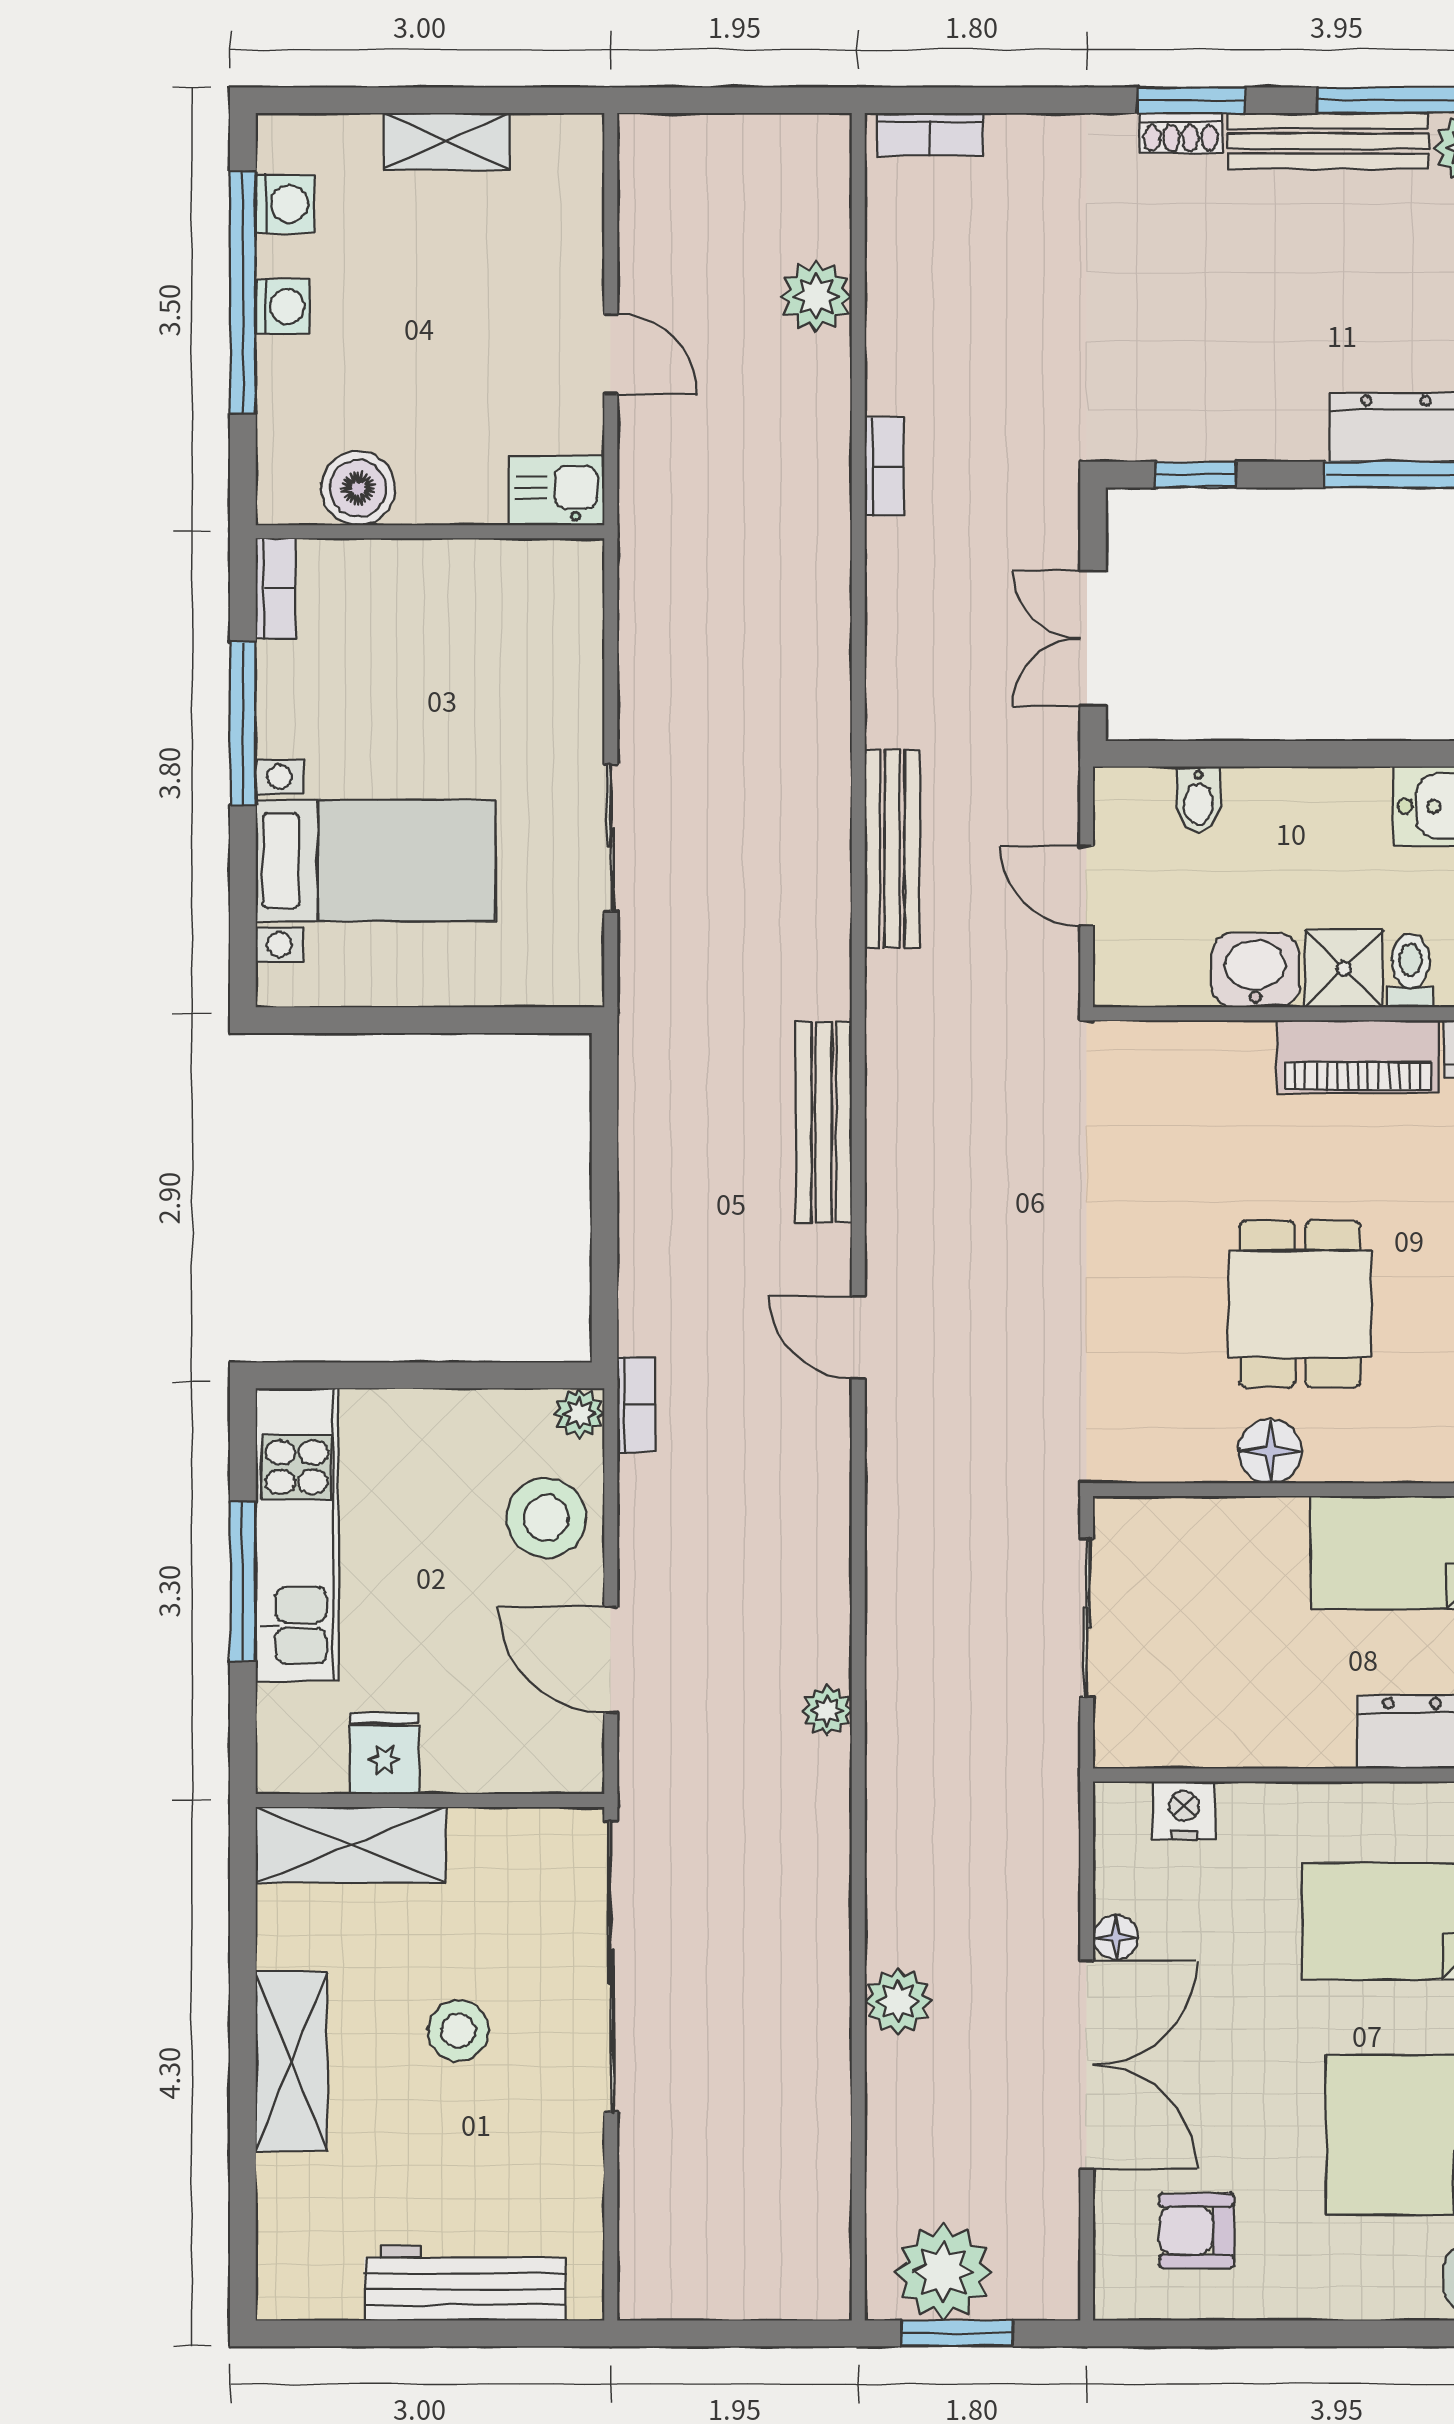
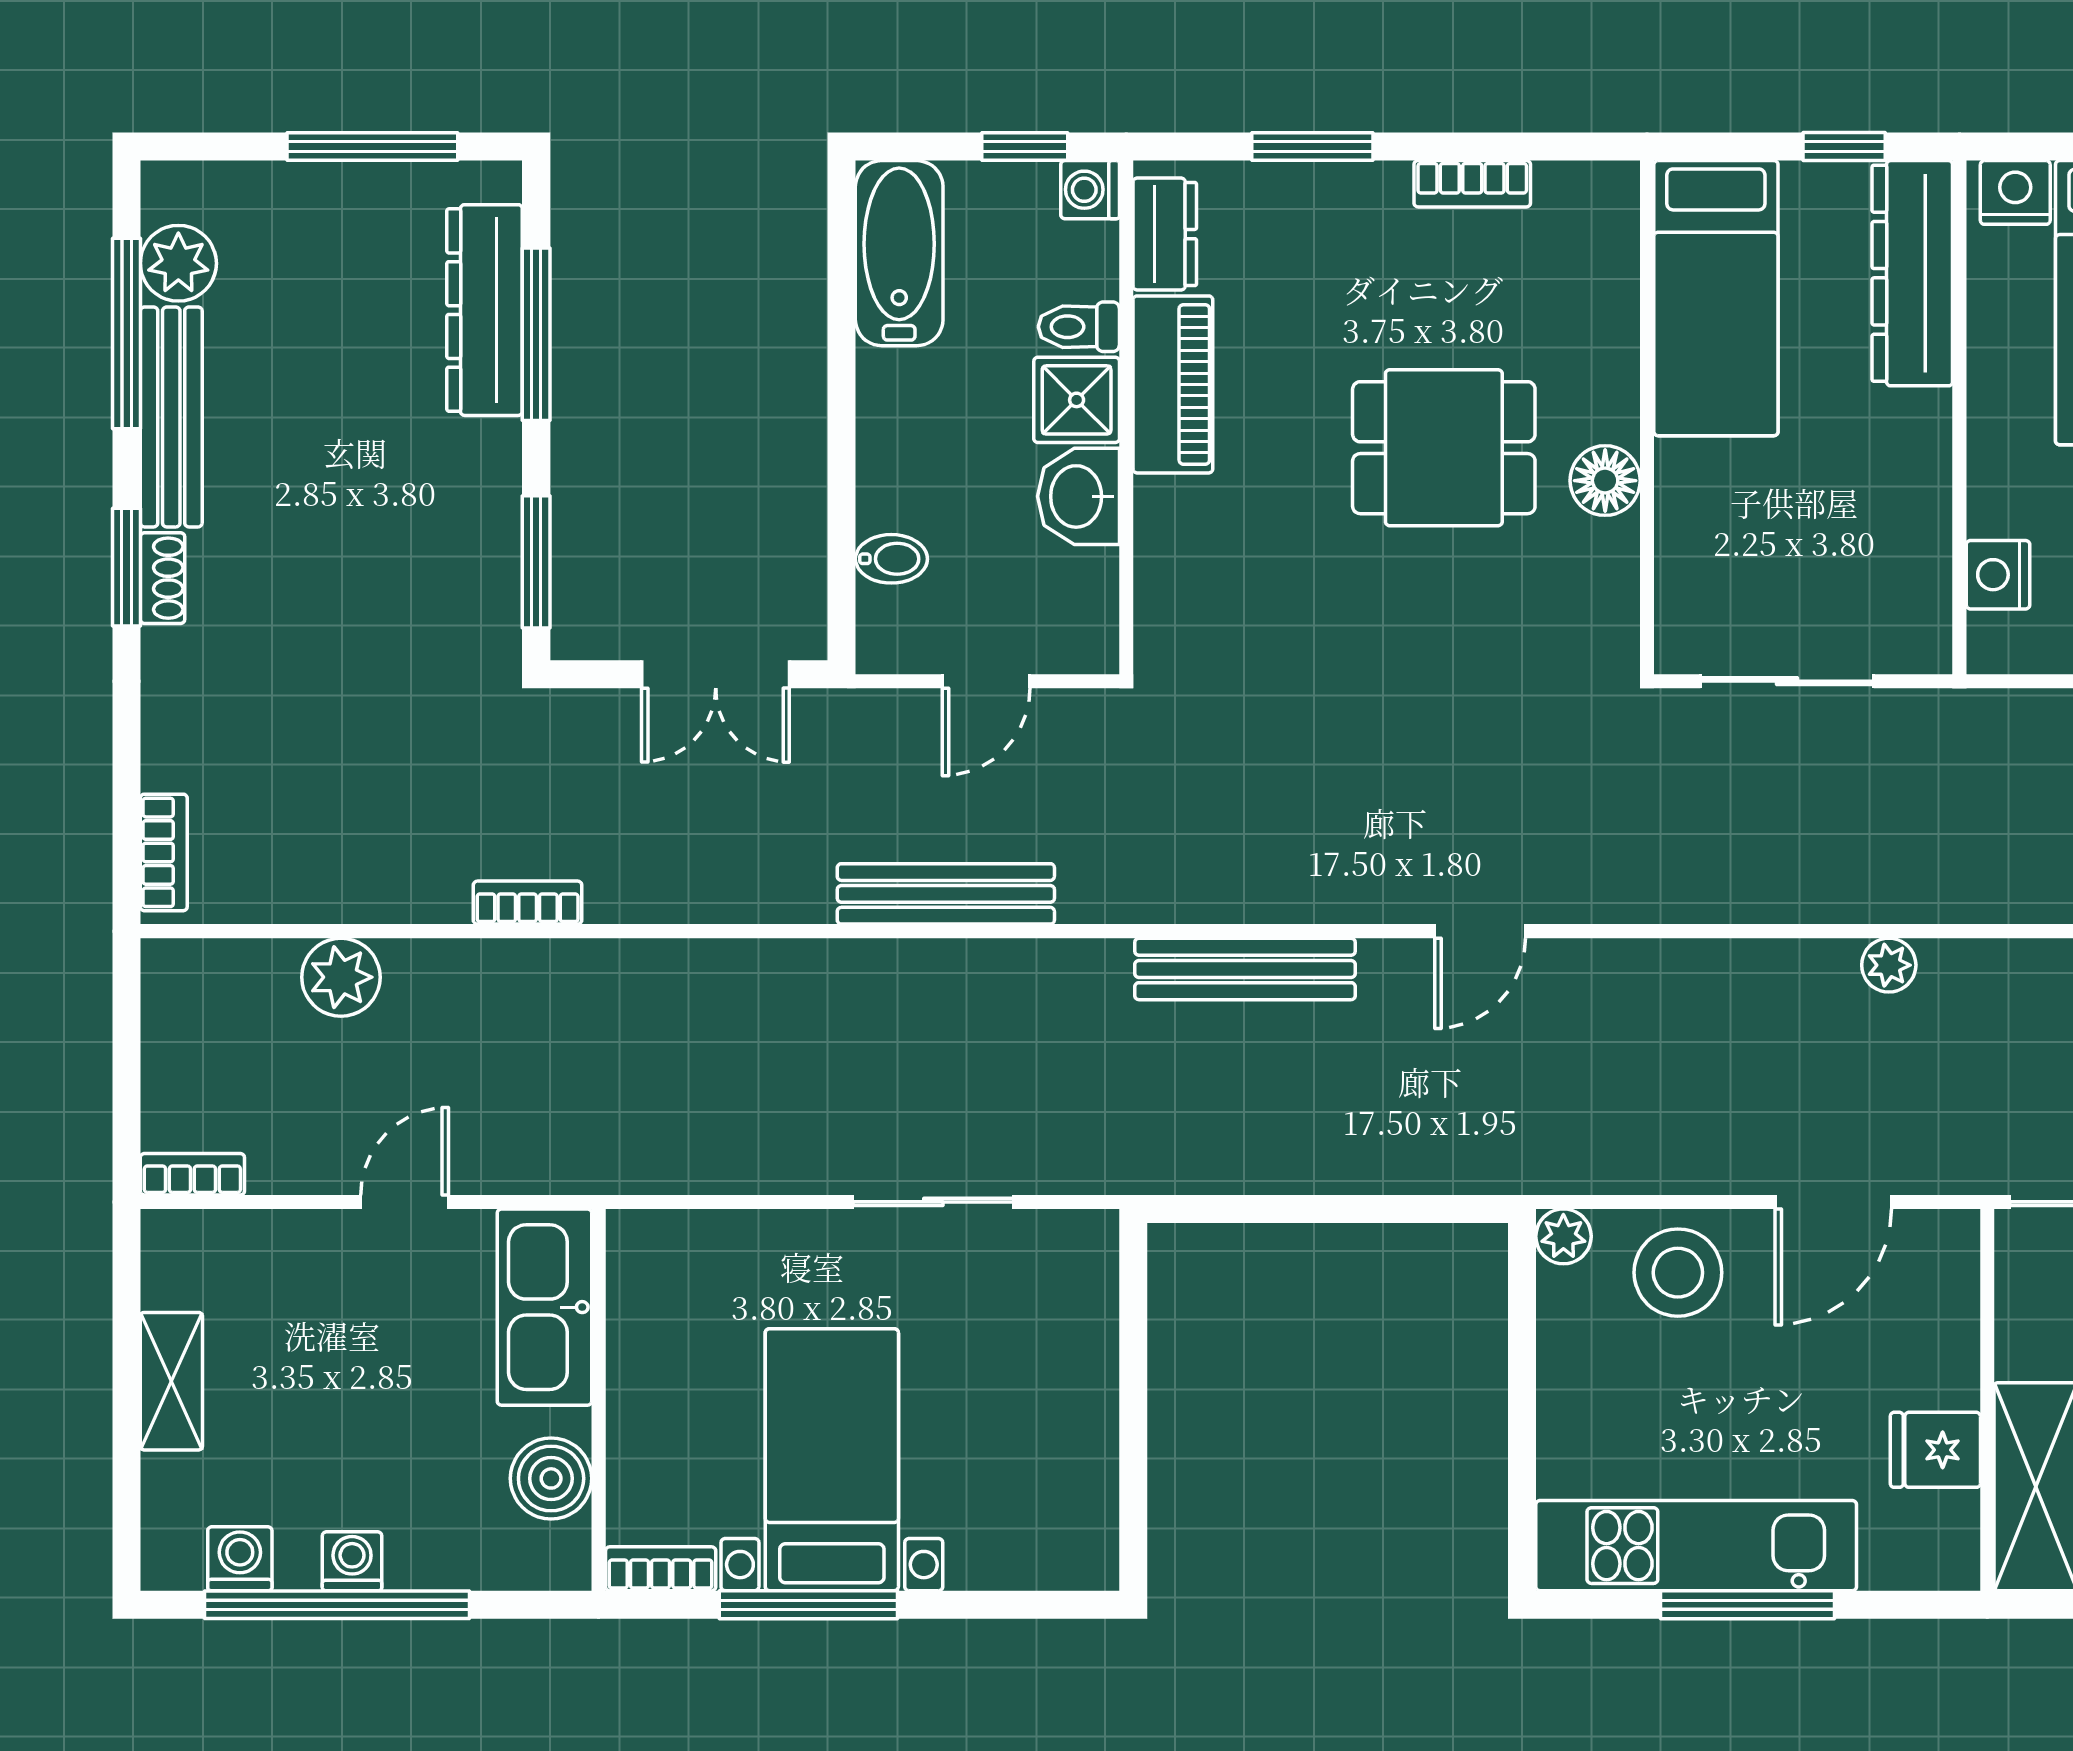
window: (1196, 475) -> (536, 562), width x1.50
kitchen sink: (557, 491) -> (545, 1307), width x1.88, depth x1.24
bed with nightstands: (375, 861) -> (832, 1460), moved
bookcase: (636, 1404) -> (192, 1174), moved

